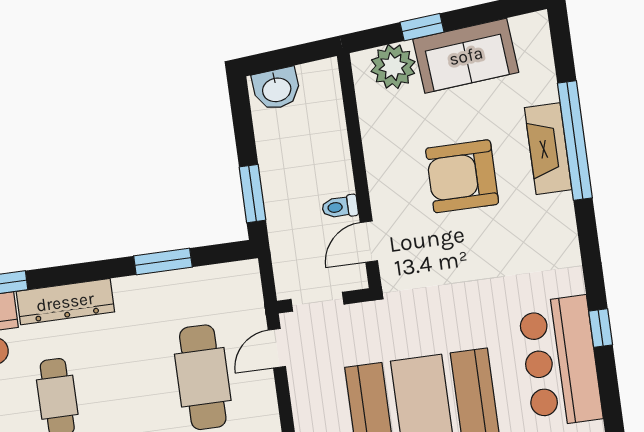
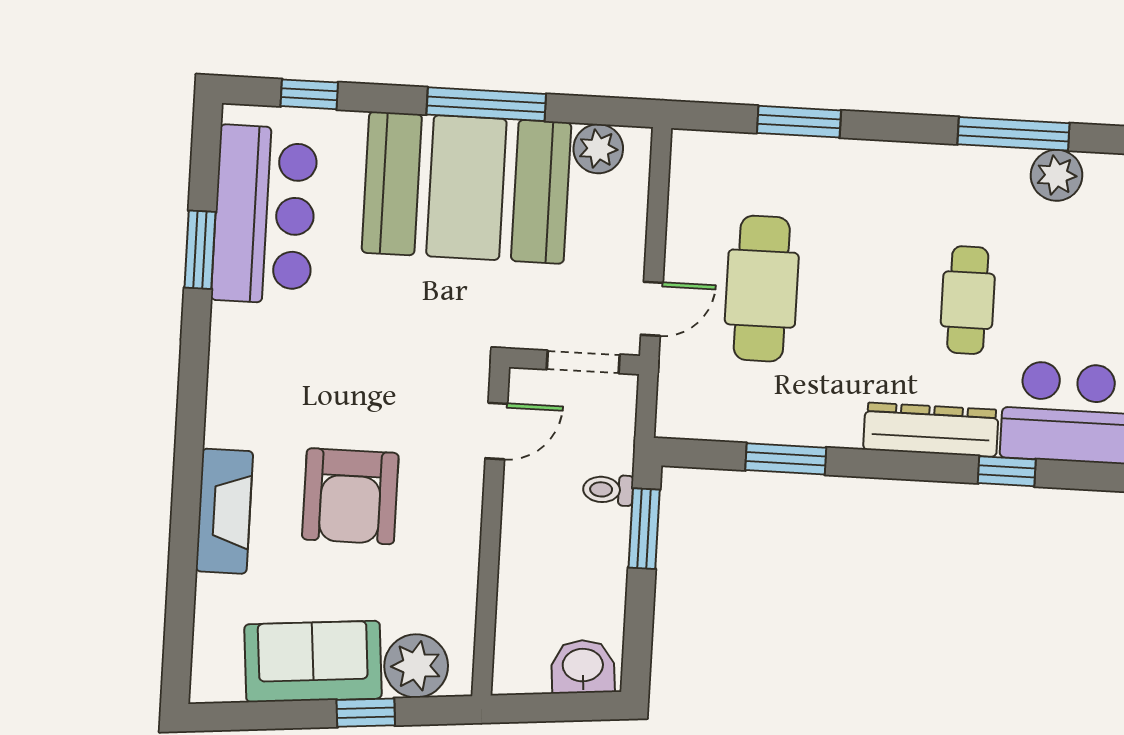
window: (575, 141) -> (185, 515), removed
armchair: (462, 176) -> (350, 496), turned 90
toilet: (340, 207) -> (608, 490), moved, turned 180
window: (601, 328) -> (200, 250), width x1.50

